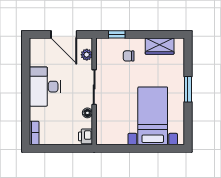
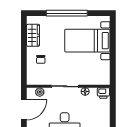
window: (117, 34) -> (24, 69), removed
window: (188, 89) -> (67, 13), width x2.11

